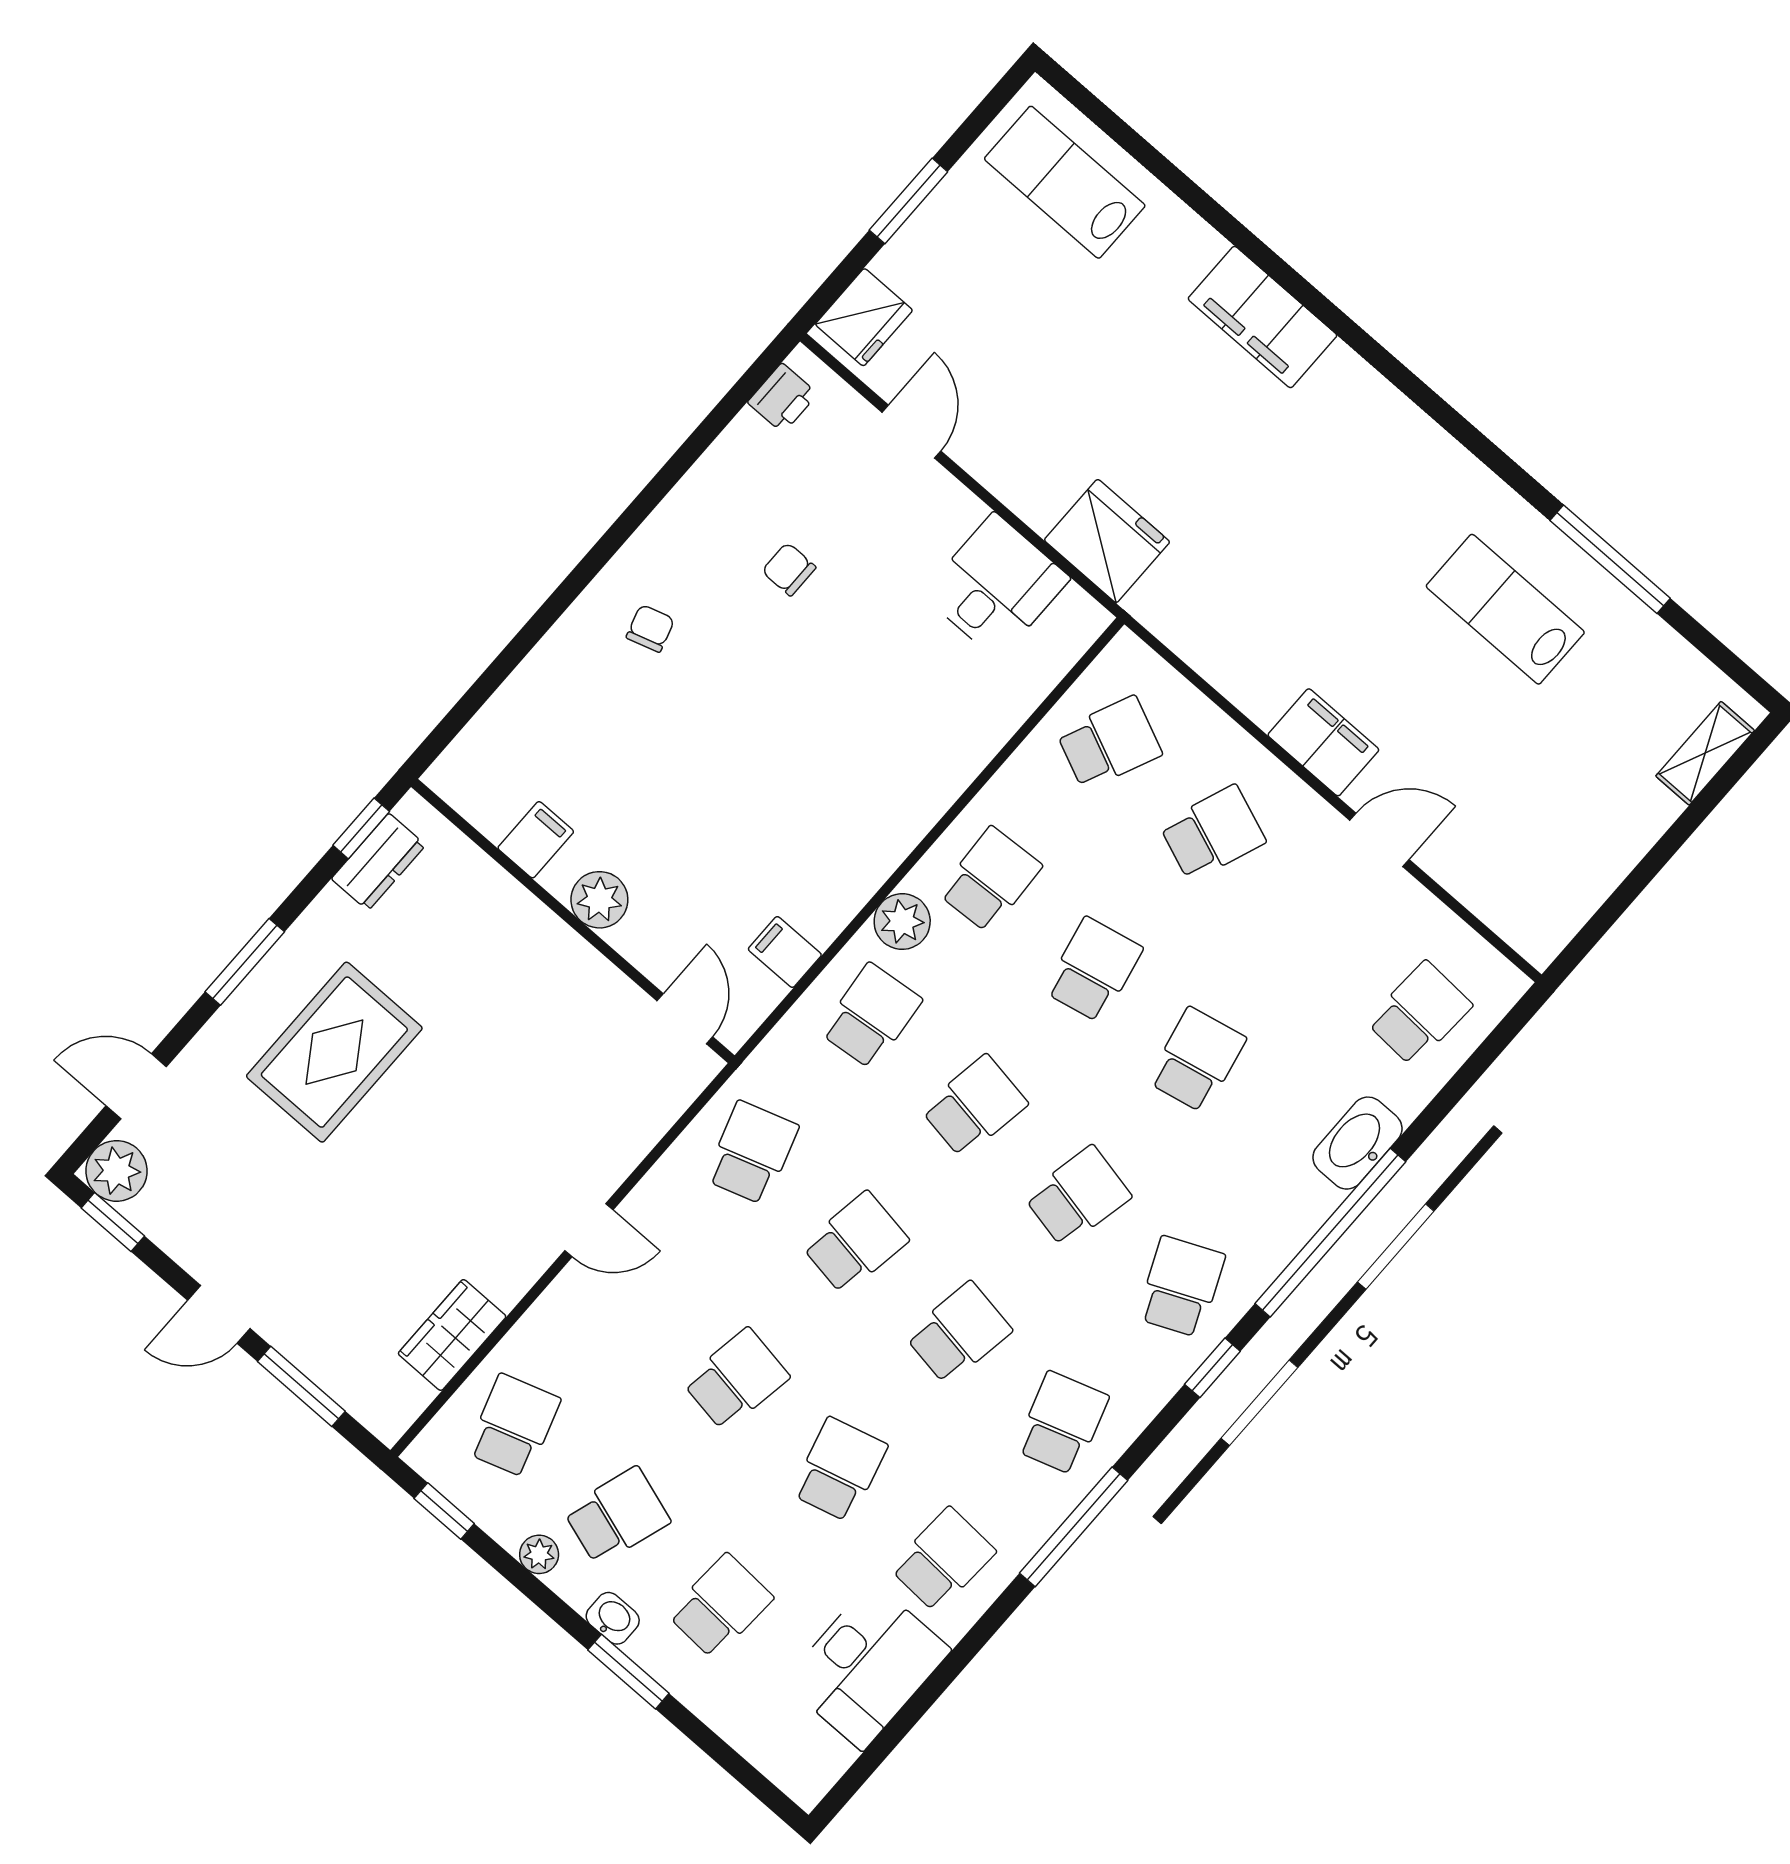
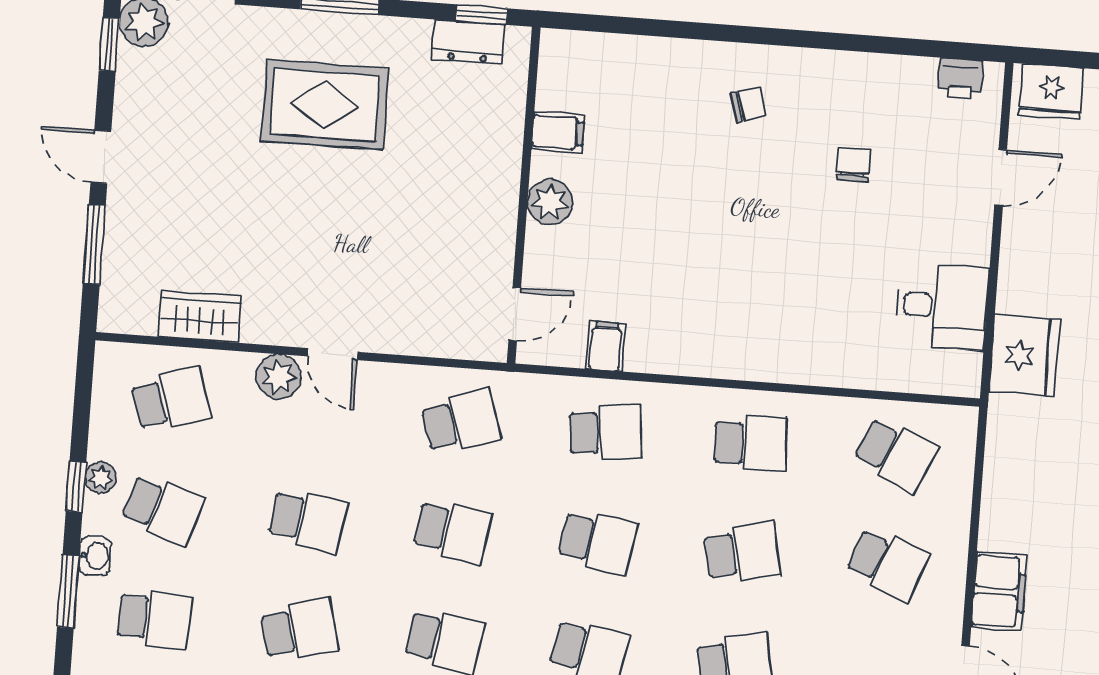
plant: (902, 922) -> (279, 377), moved
window: (444, 1511) -> (76, 487), moved

